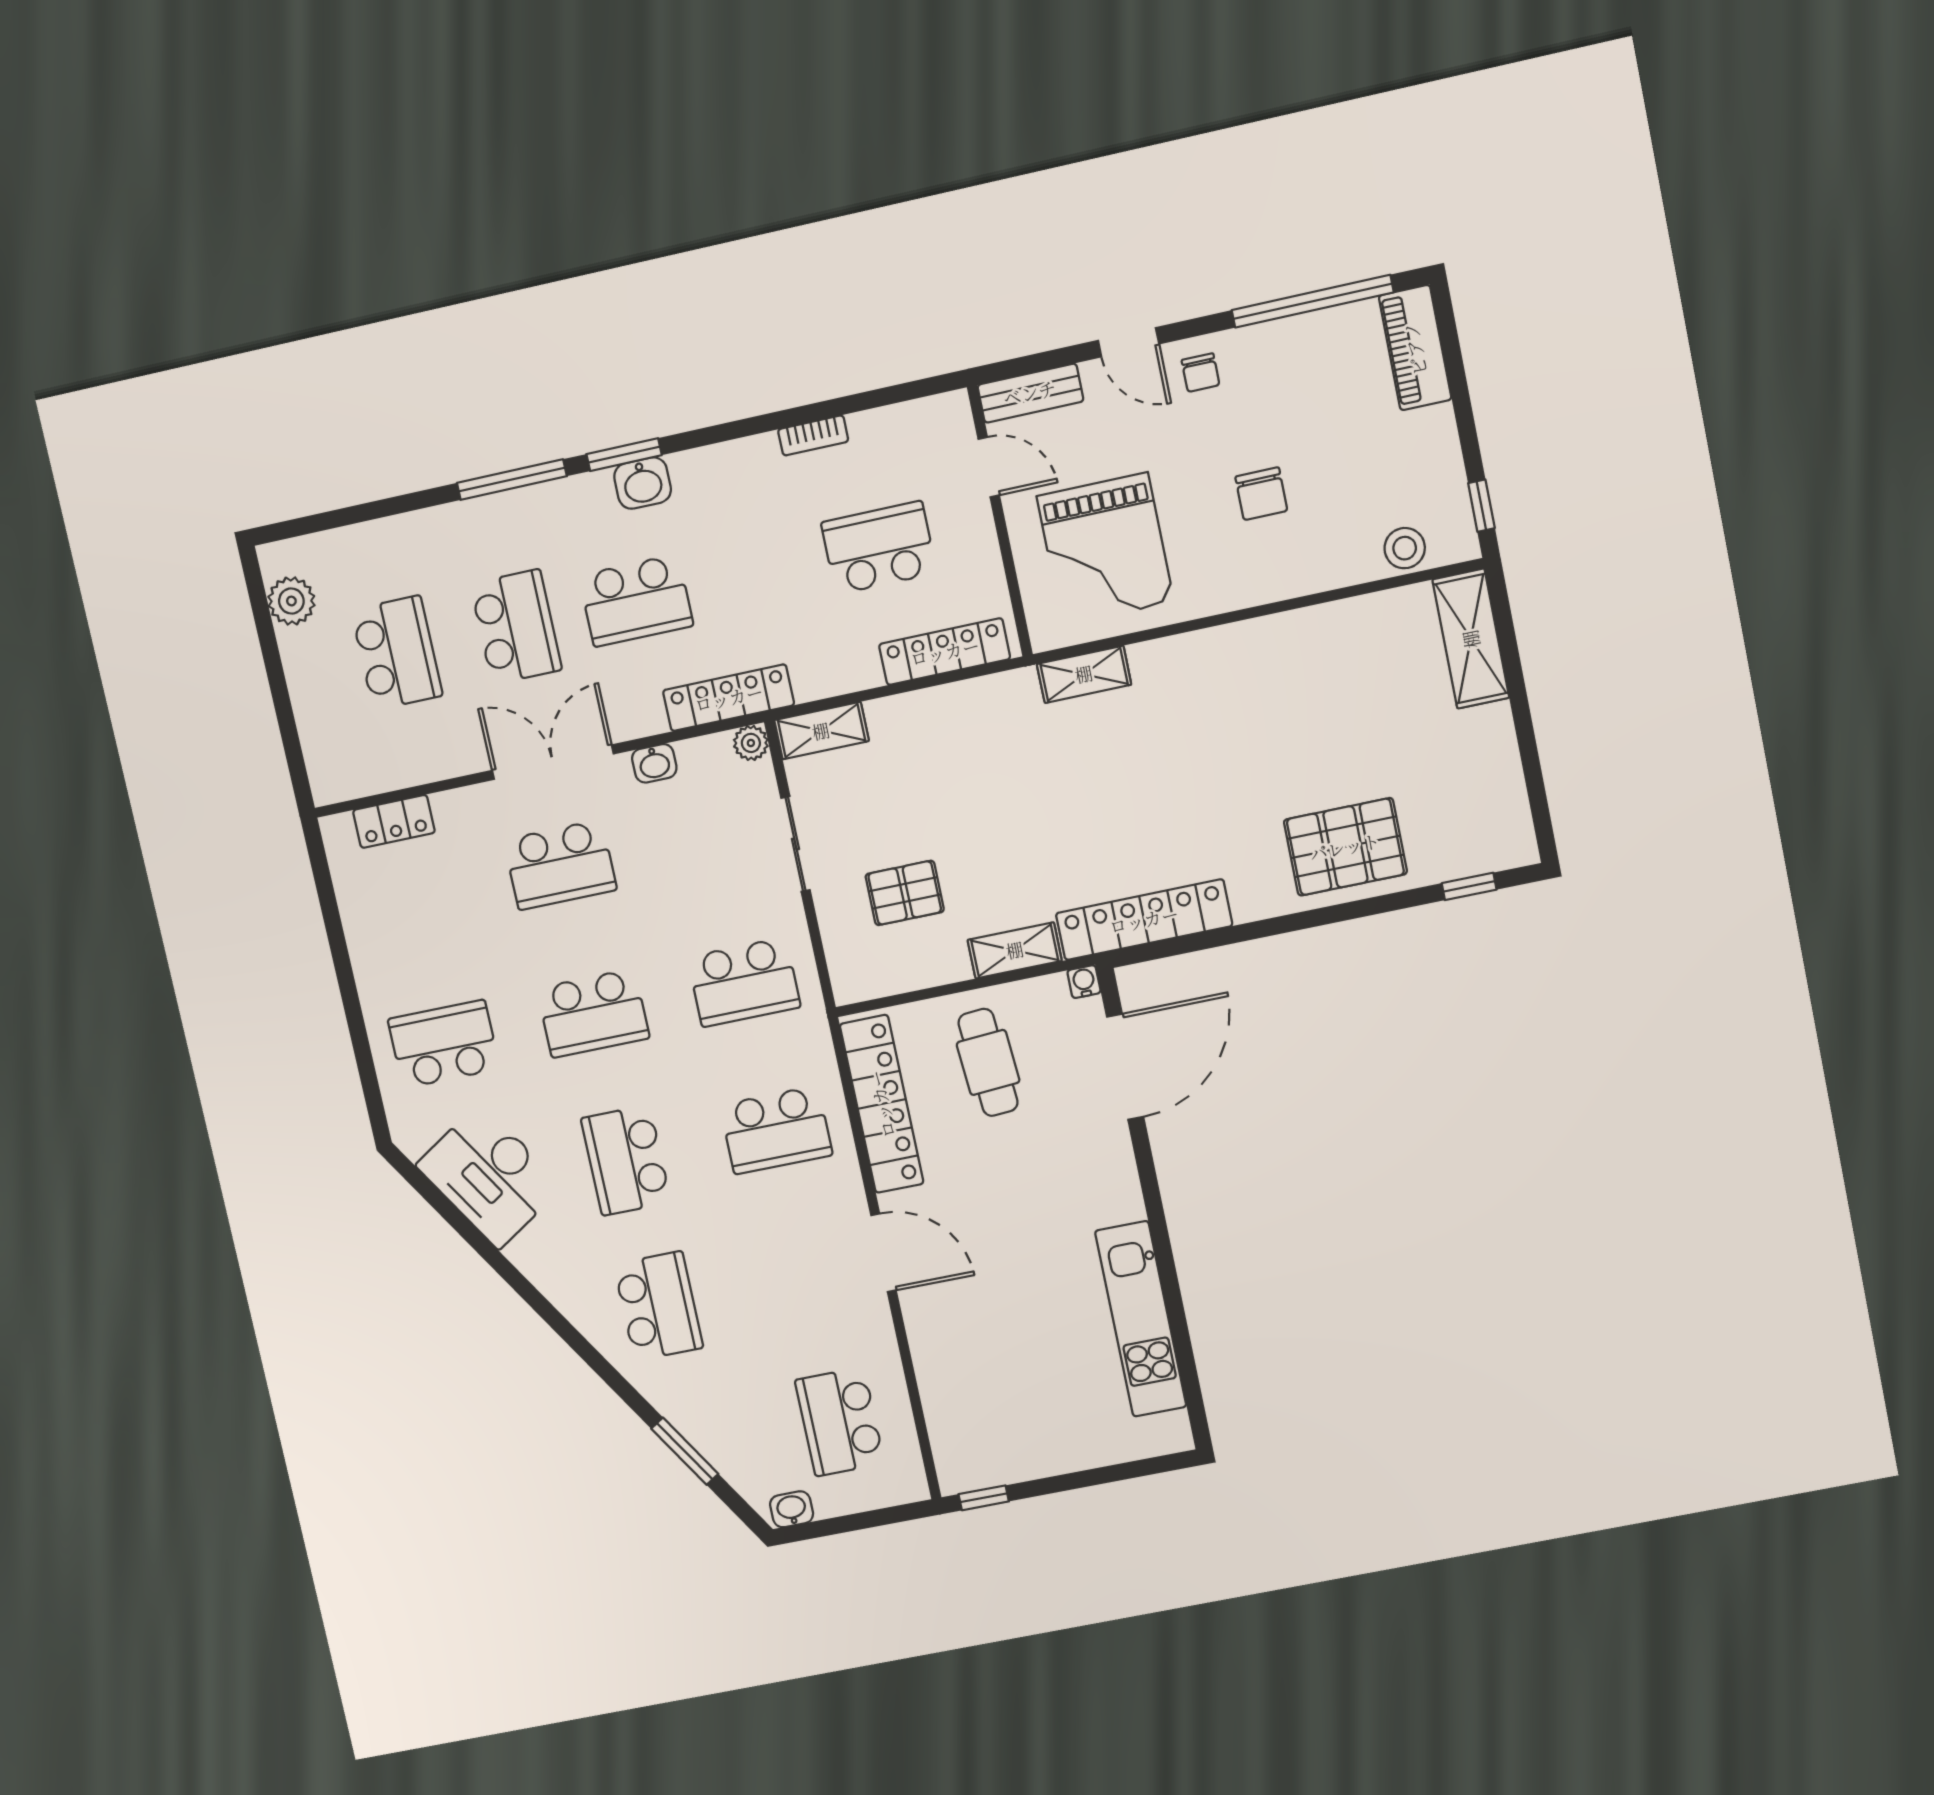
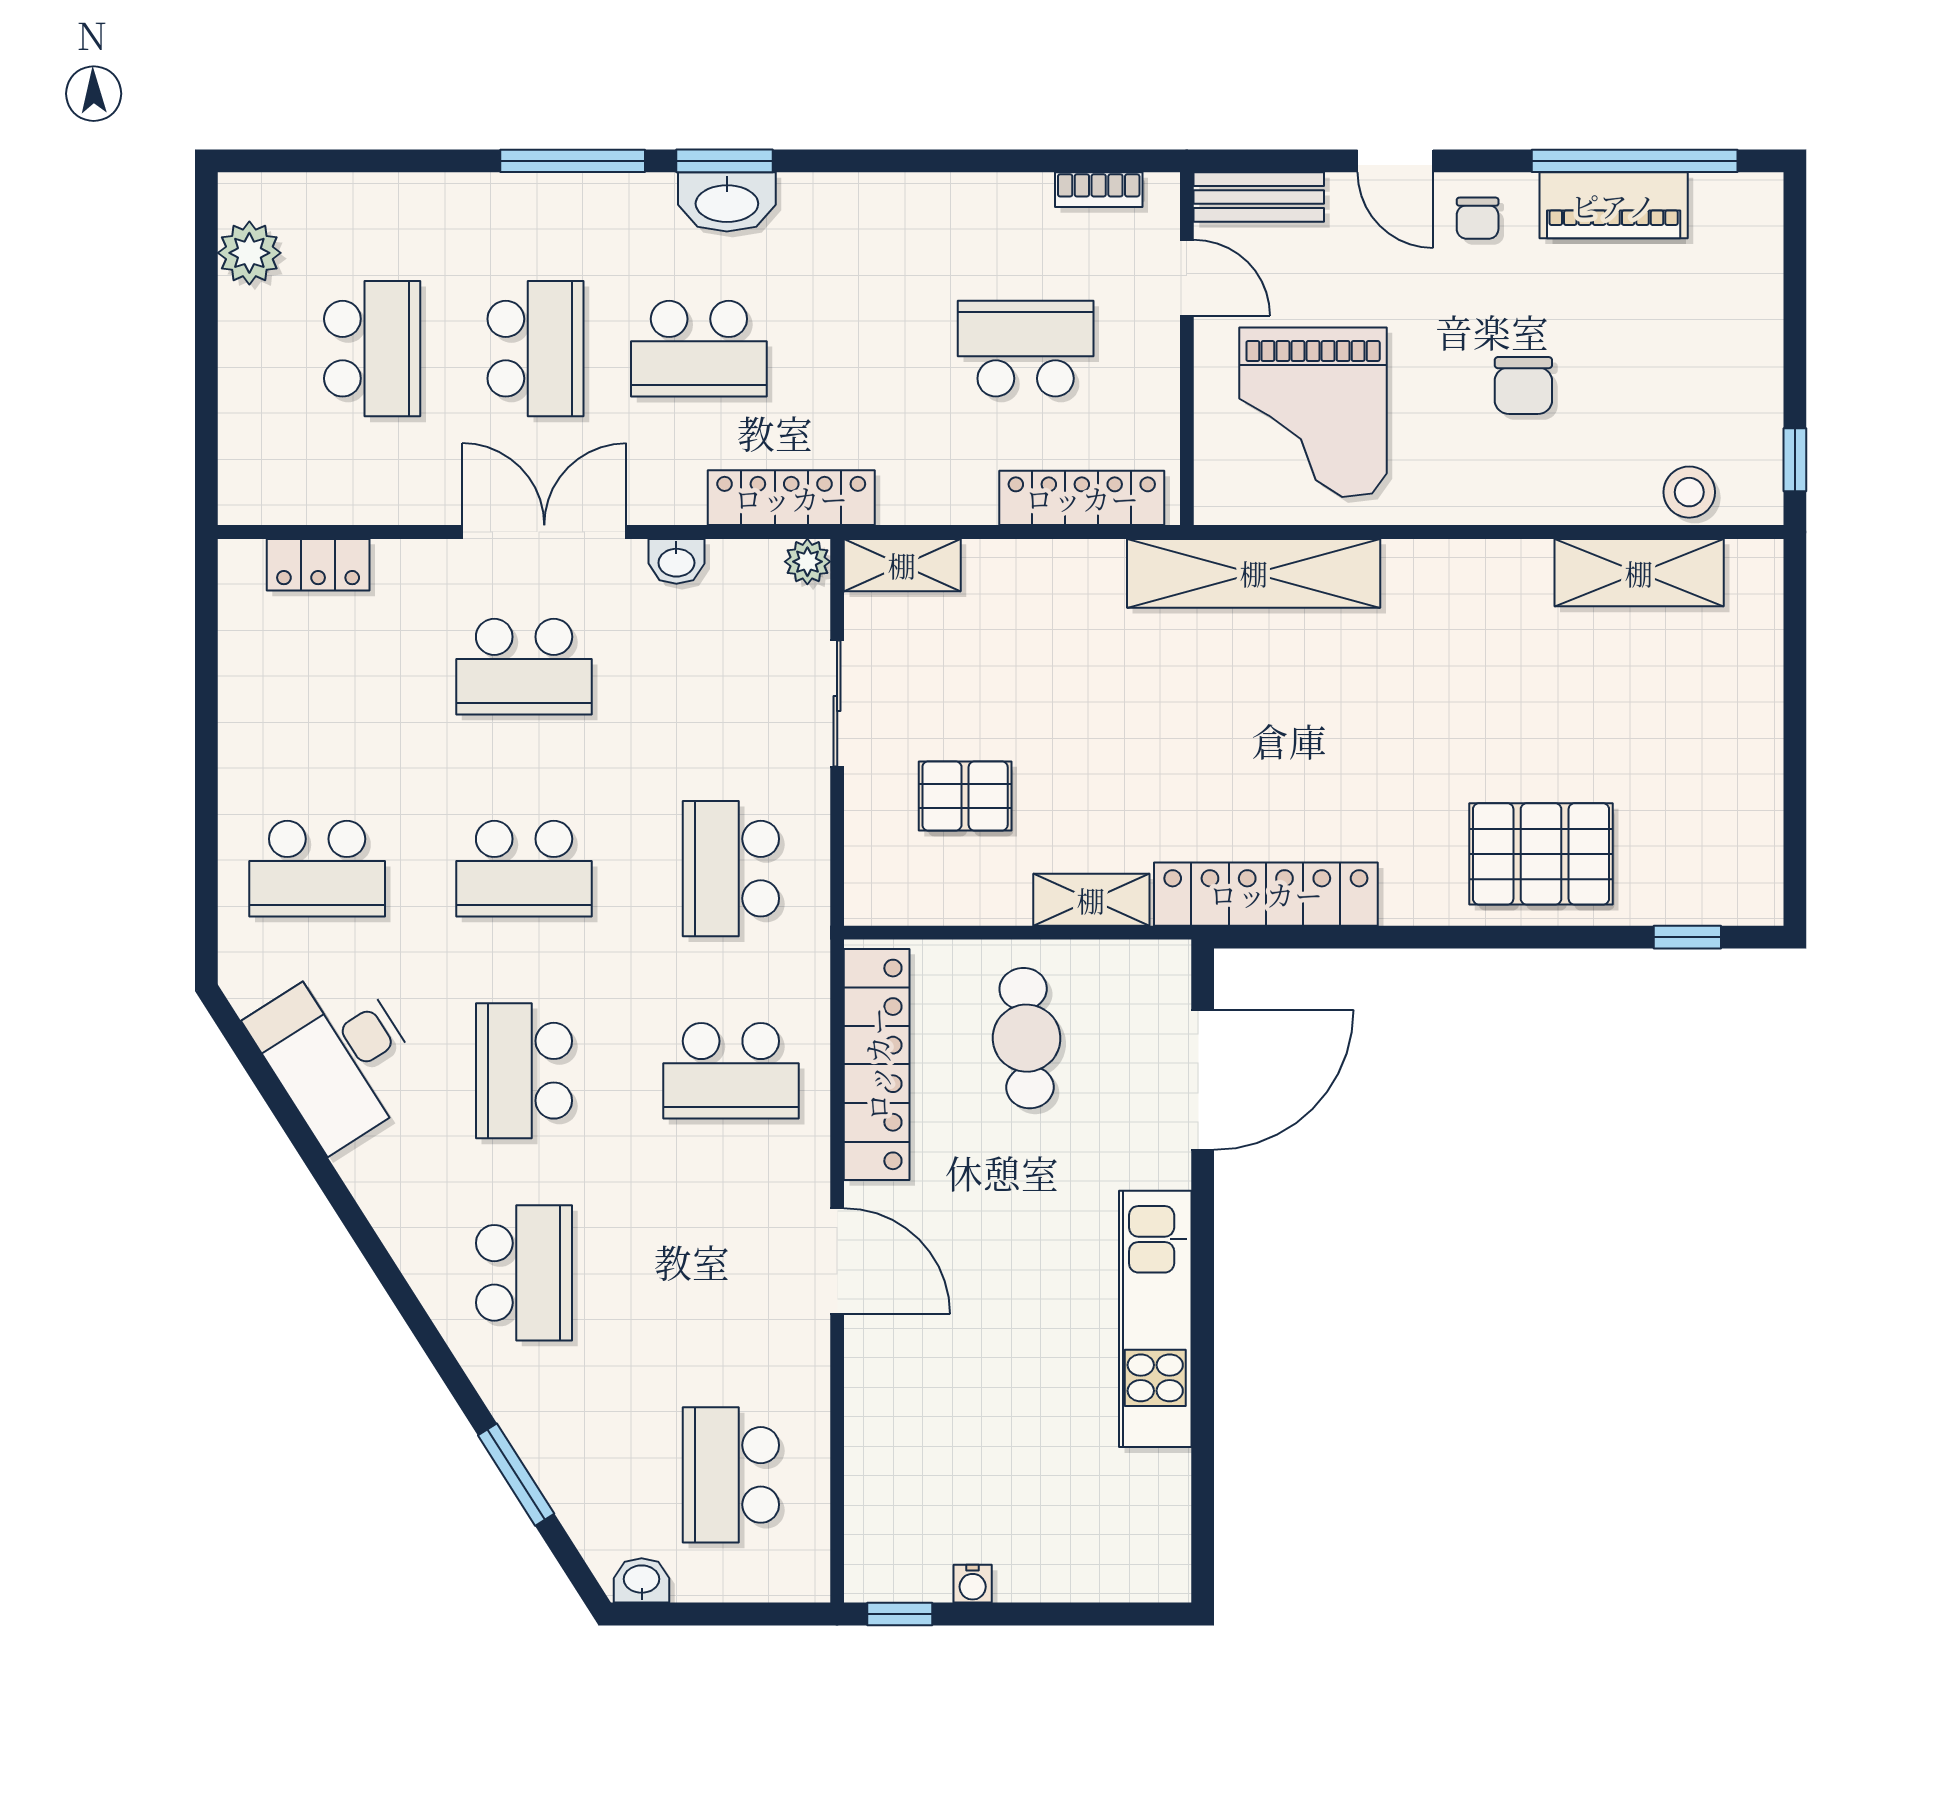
piano: (1415, 348) -> (1614, 205), moved, turned -90
bookcase: (813, 435) -> (1099, 190), moved
washbasin: (643, 483) -> (727, 202), width x1.38
shelving: (1471, 639) -> (1639, 573), moved, turned 90
shelving: (1084, 674) -> (1254, 573), width x2.20, depth x1.33
school desk: (744, 982) -> (731, 869), turned 90
water cooler: (1084, 982) -> (973, 1584), moved, turned 180
school desk: (444, 1044) -> (317, 869), turned 180
kitchen unit: (1141, 1319) -> (1155, 1319), moved

